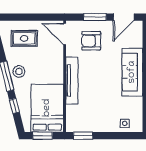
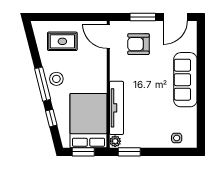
tv unit: (72, 81) -> (116, 108), moved
plant: (71, 126) -> (115, 141), added

